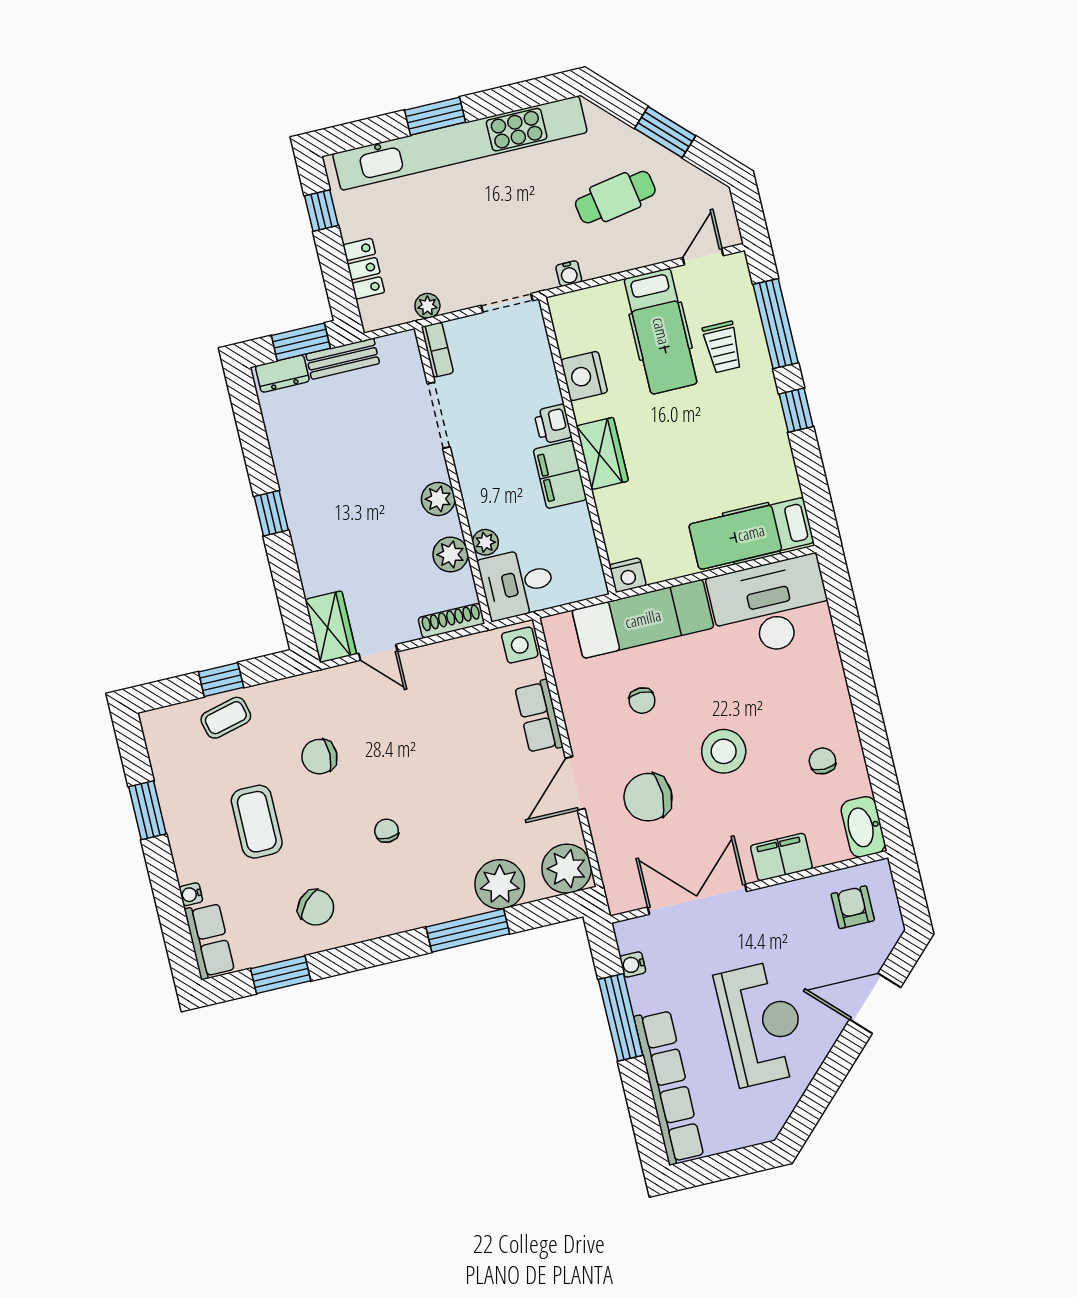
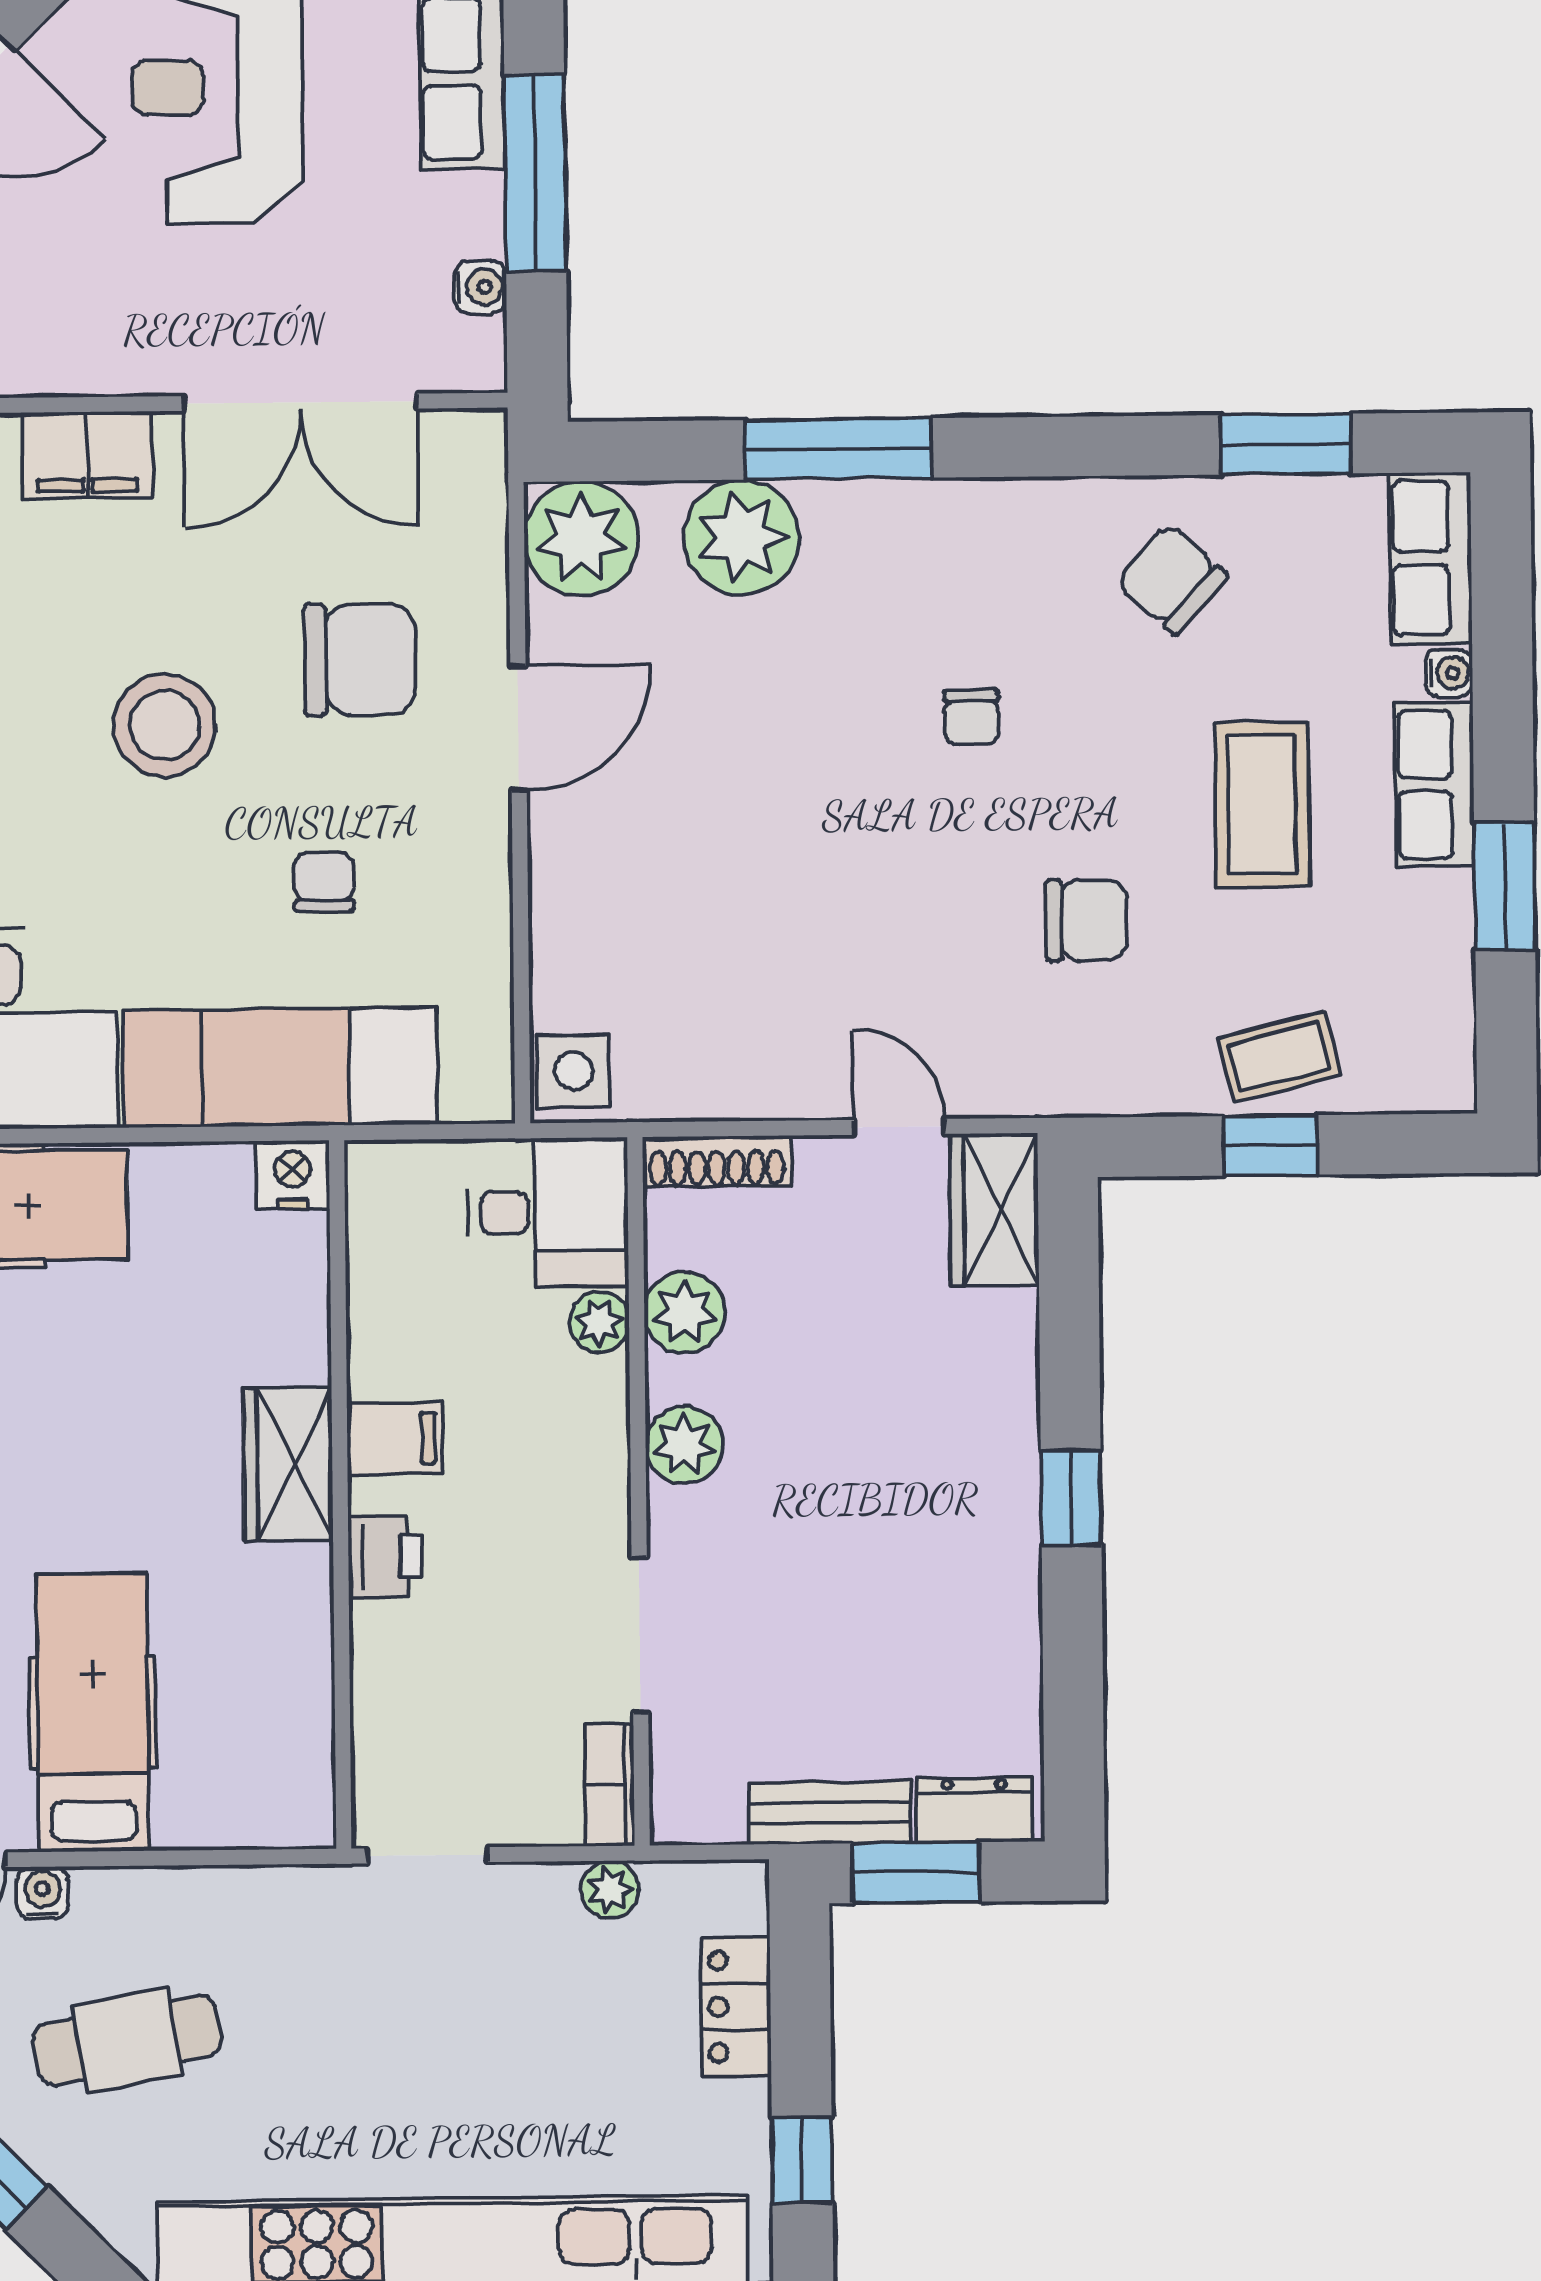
water cooler: (569, 274) -> (43, 1893), moved
nightstand: (584, 376) -> (289, 1650), removed
filing cabinet: (560, 474) -> (395, 1438), width x0.50
row of seats: (539, 717) -> (1435, 785), moved, turned 180

